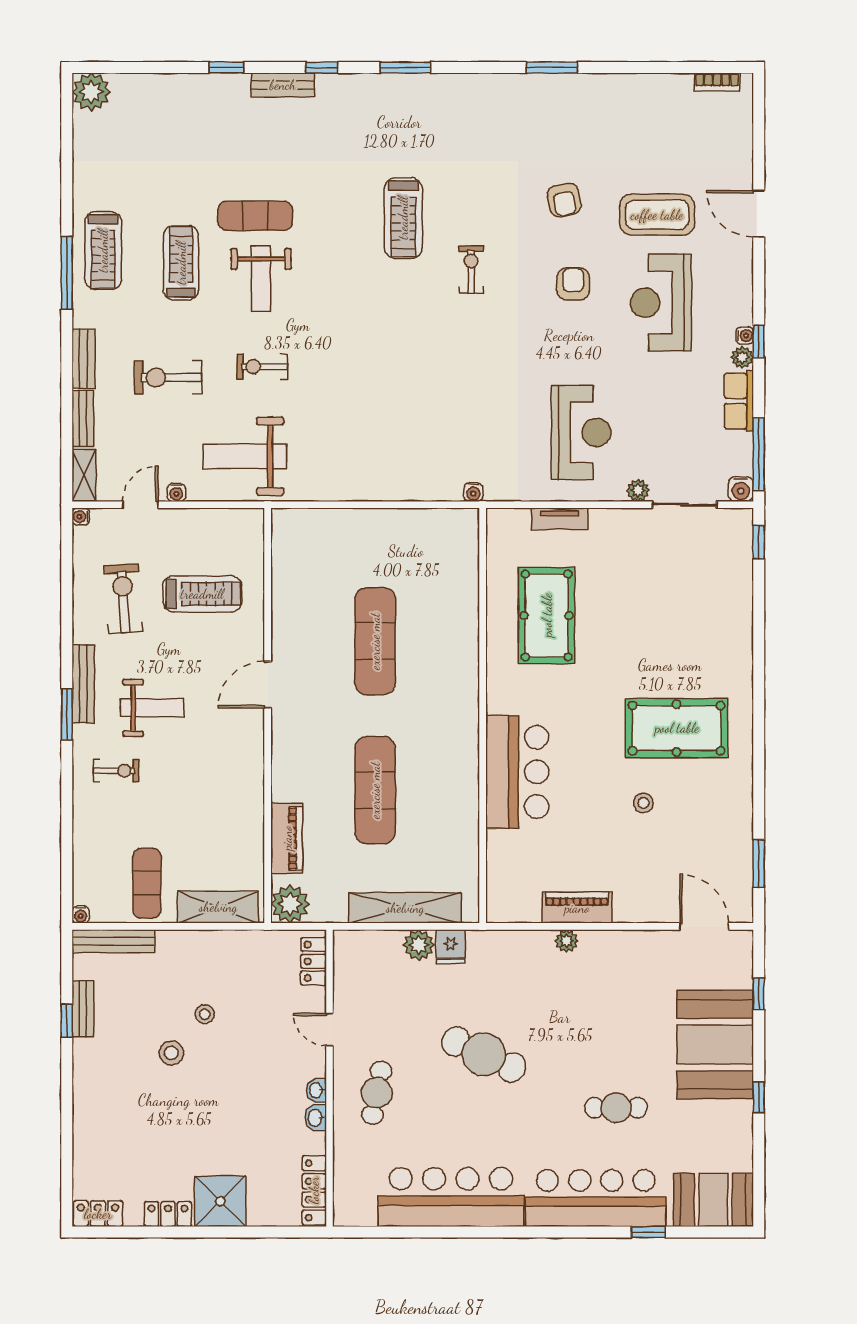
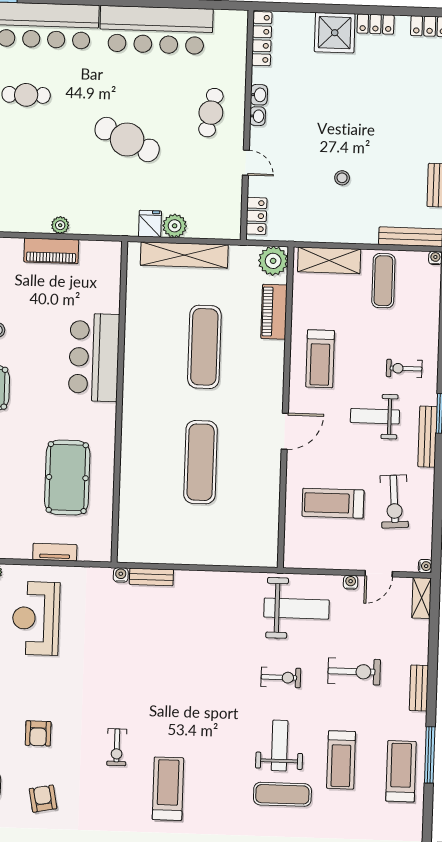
bench: (83, 419) -> (151, 577), moved, turned 90
treadmill: (225, 780) -> (320, 359), added
stool: (171, 1053) -> (369, 149), removed

